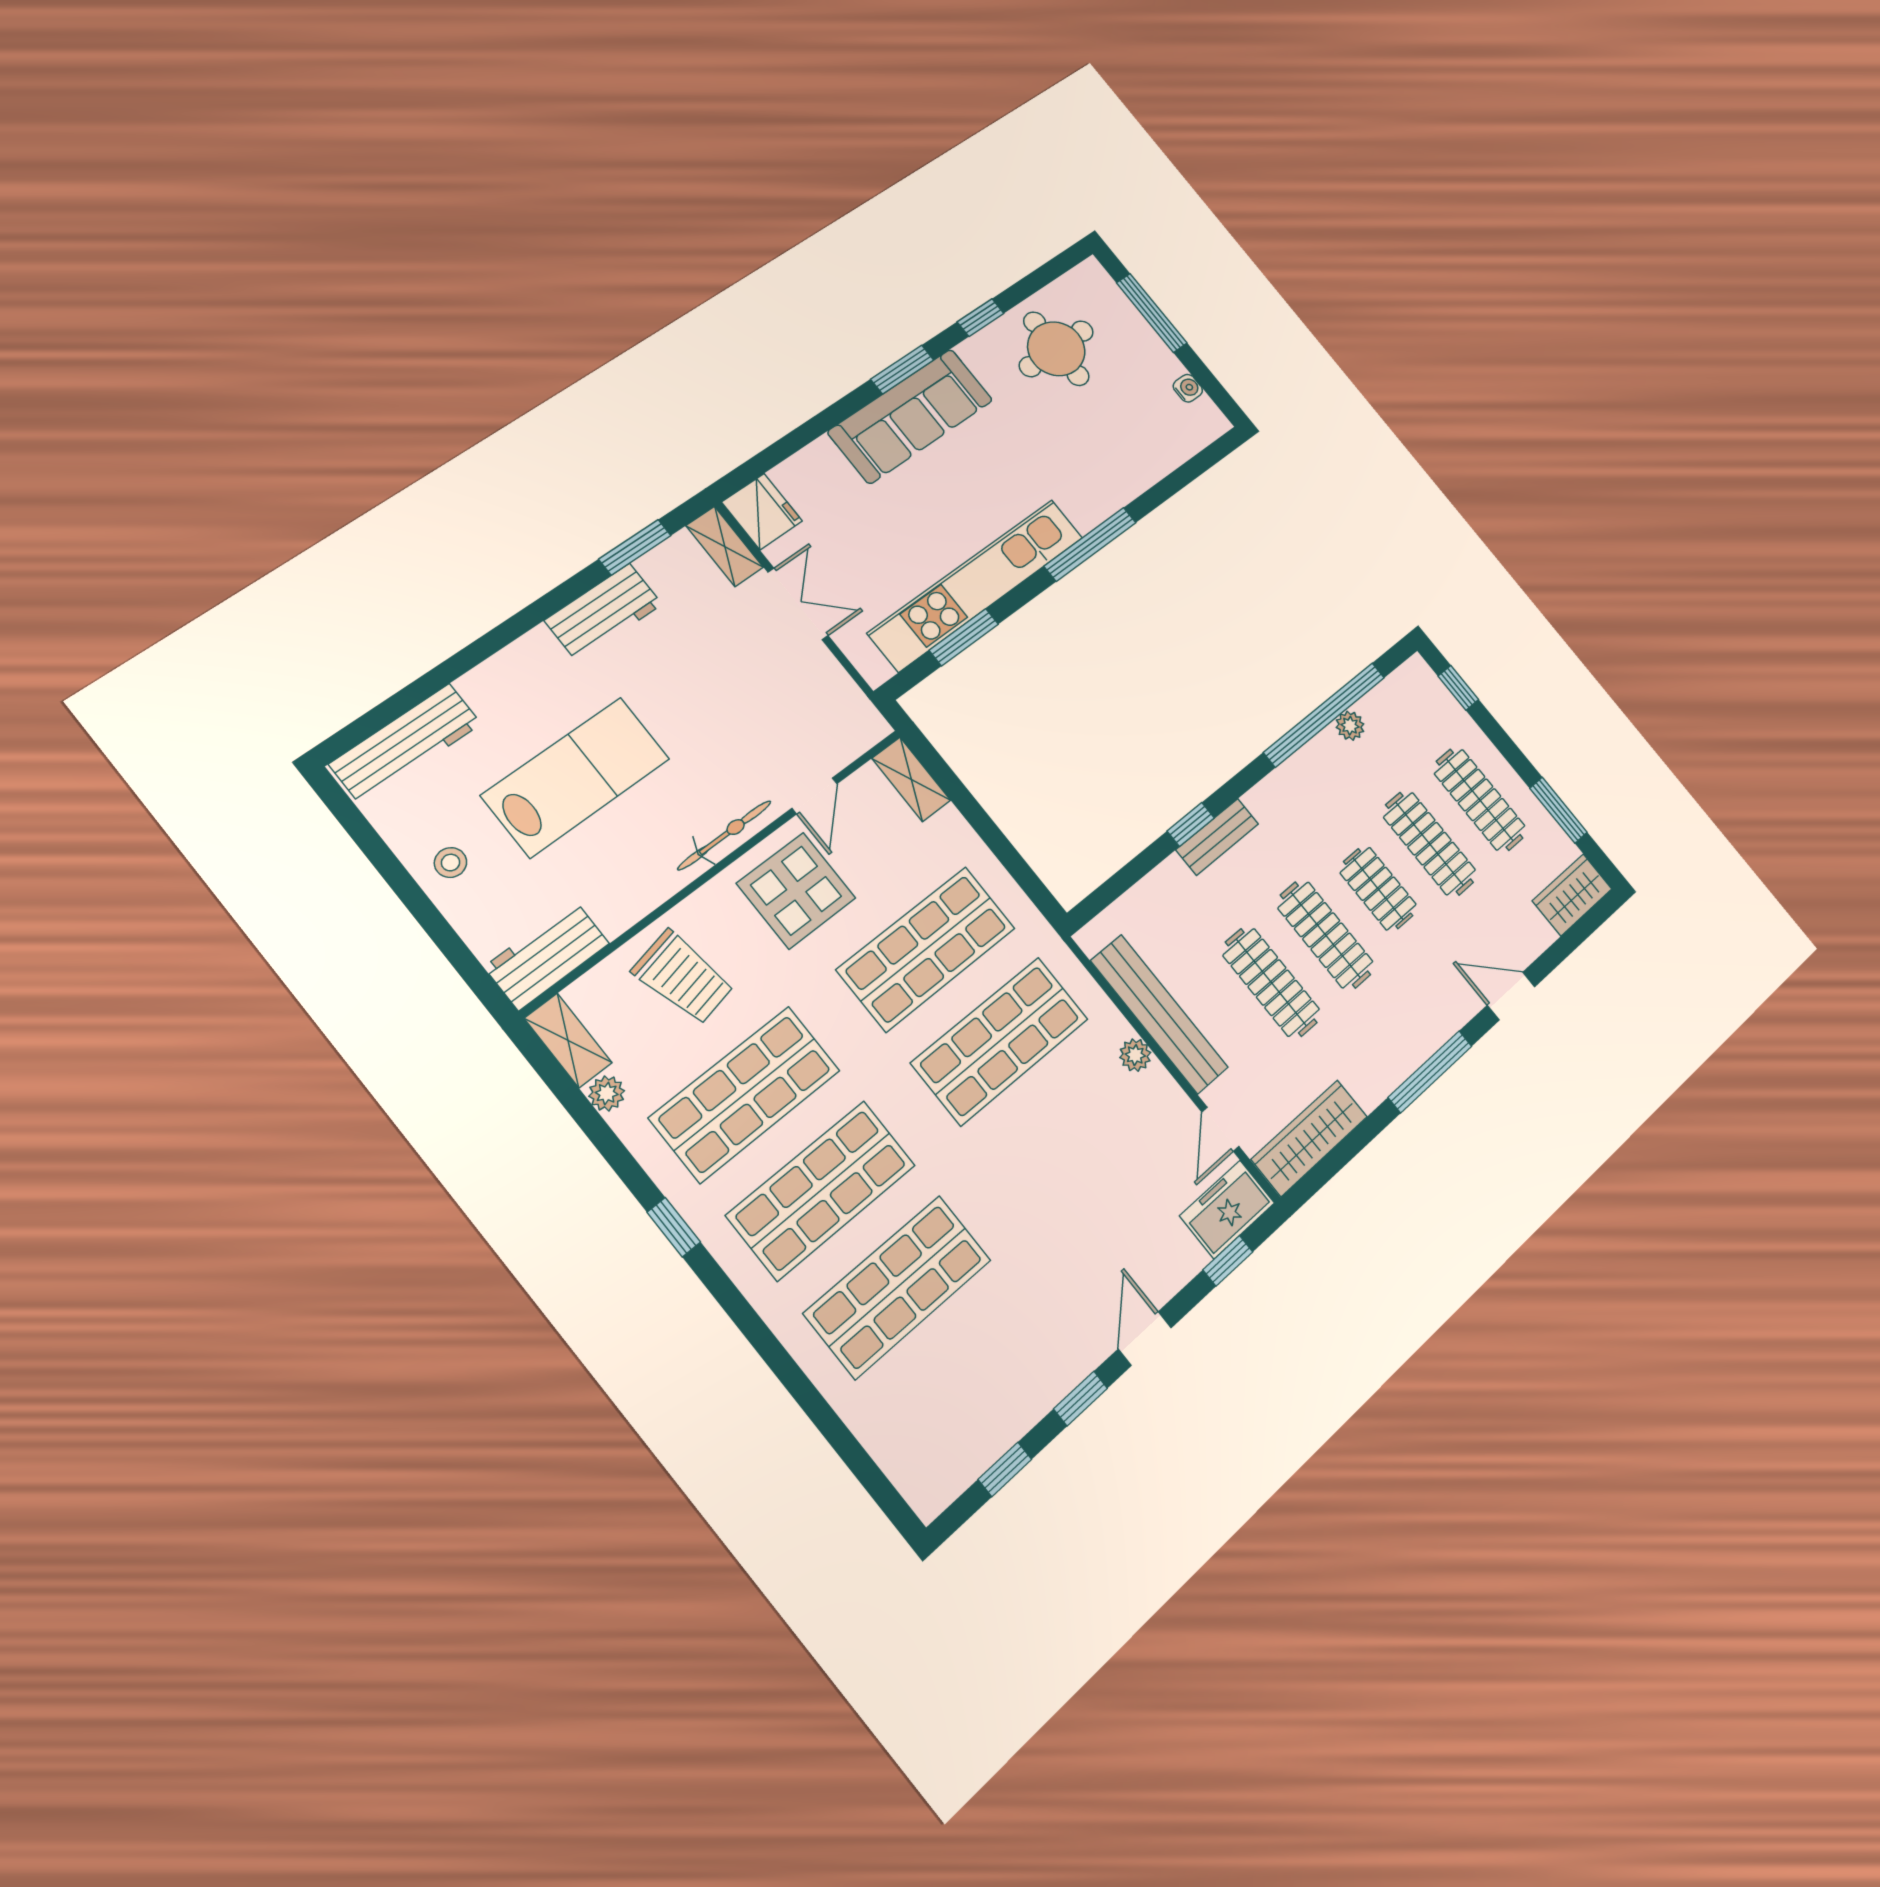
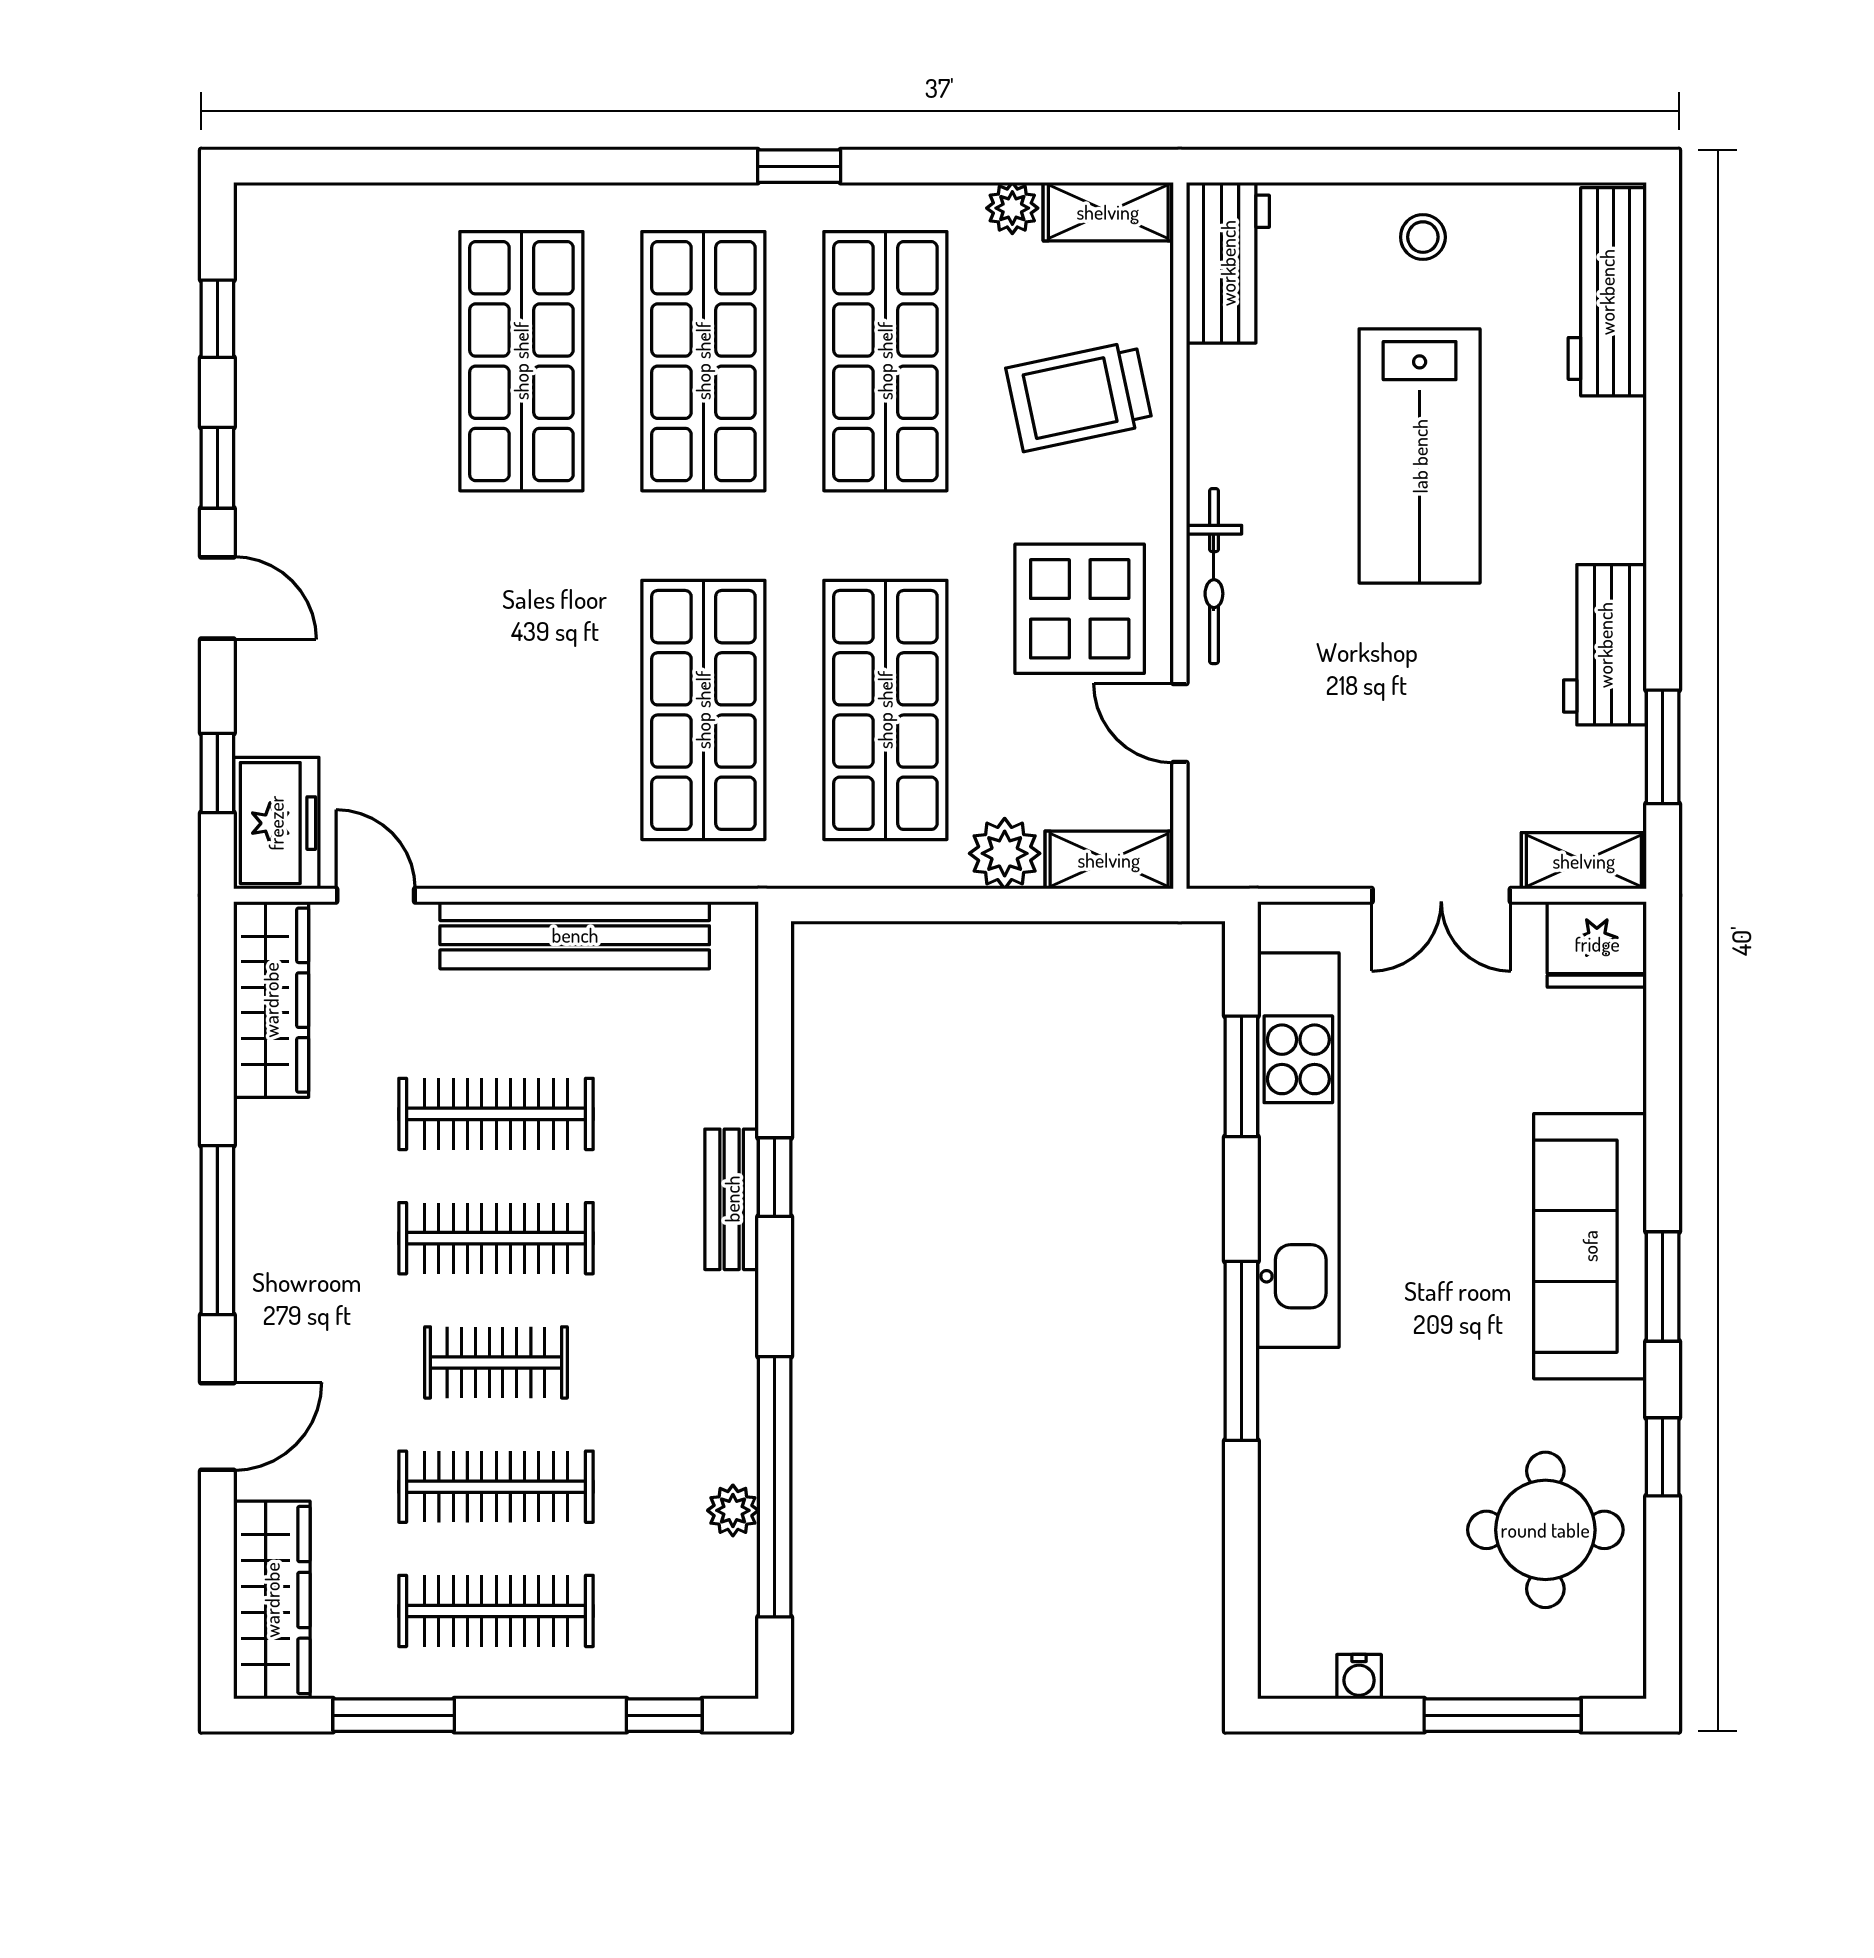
wardrobe: (1572, 895) -> (272, 1600), width x1.50
plant: (1135, 1055) -> (1005, 853), moved, width x1.38, depth x1.38

